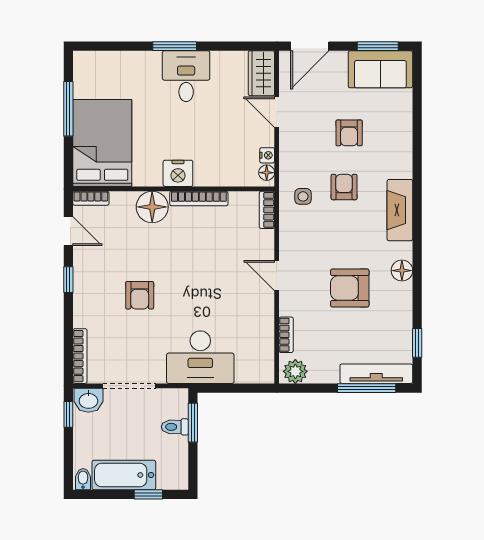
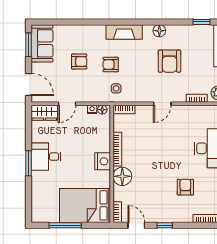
door: (68, 231) -> (136, 225), hinge flipped
armchair: (140, 295) -> (185, 187), moved, turned -90

